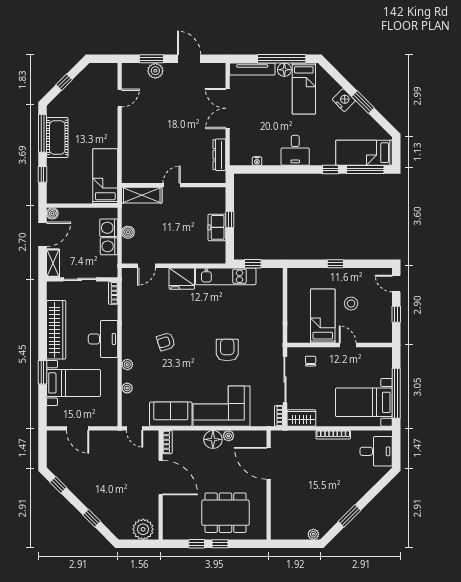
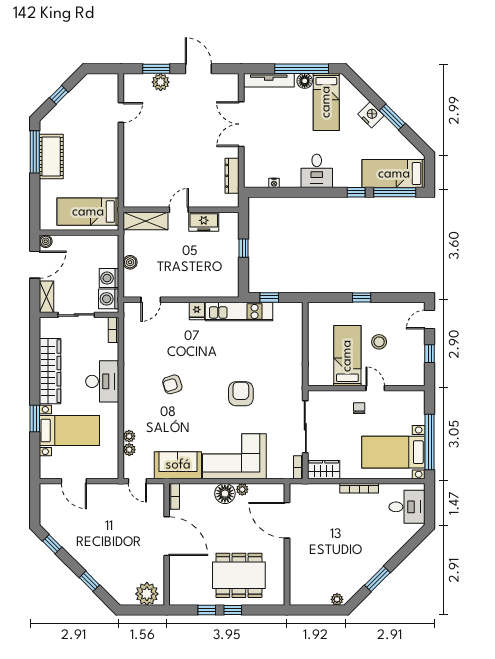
window: (43, 174) -> (35, 198), removed
bed: (105, 176) -> (88, 212), moved, turned -90
freezer: (217, 227) -> (204, 222), moved, turned -90
washing machine: (109, 228) -> (109, 299), moved
fridge: (182, 279) -> (197, 311), width x0.53, depth x0.75
door: (396, 284) -> (430, 320), hinge flipped
chair: (311, 361) -> (359, 408), moved
plant: (127, 365) -> (129, 450), moved

